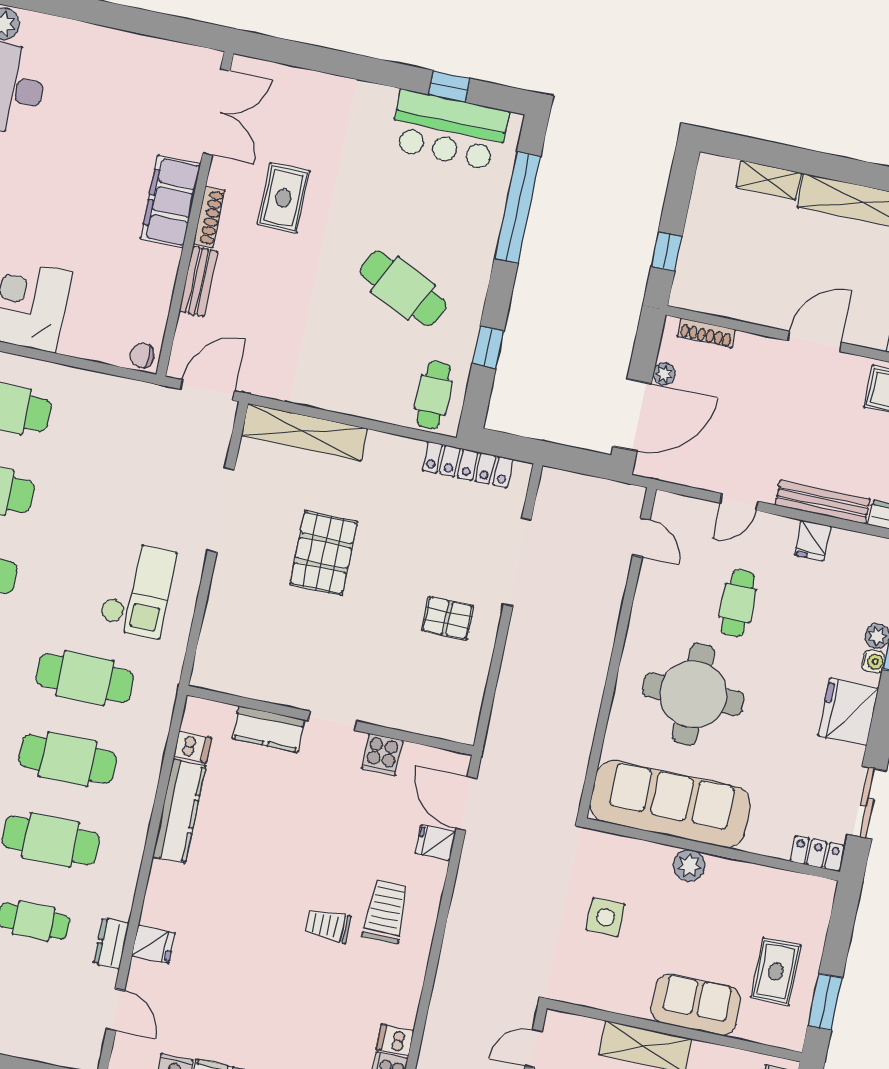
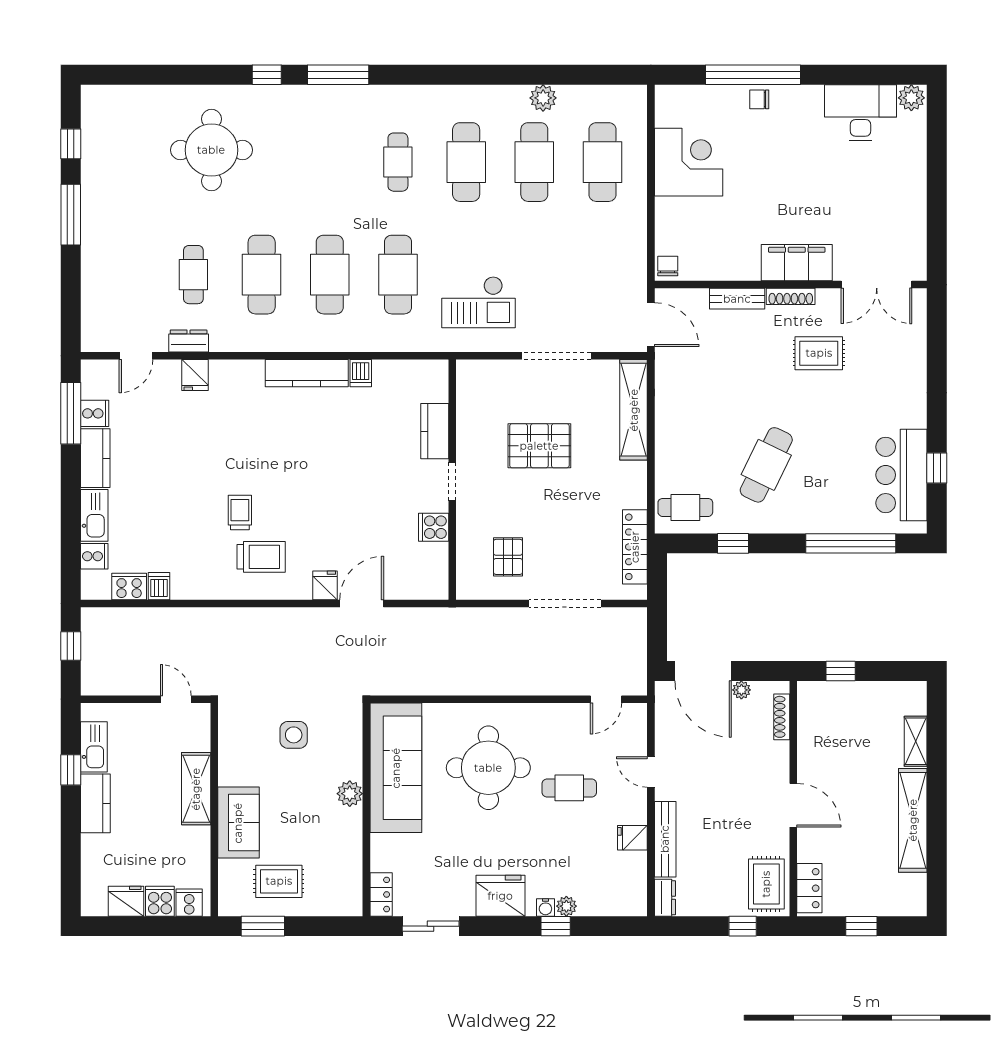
wall: (330, 720) -> (452, 480), moved
doorway: (332, 721) -> (452, 481), moved
kitchen counter: (268, 729) -> (435, 431), moved
cooker: (382, 754) -> (434, 527), moved

